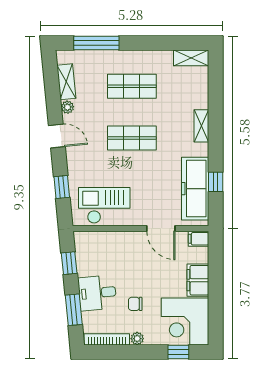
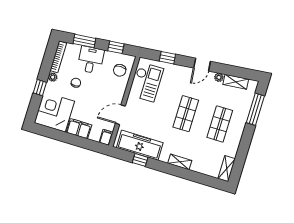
chair: (100, 248) -> (120, 70), added
window: (178, 352) -> (40, 88), moved

